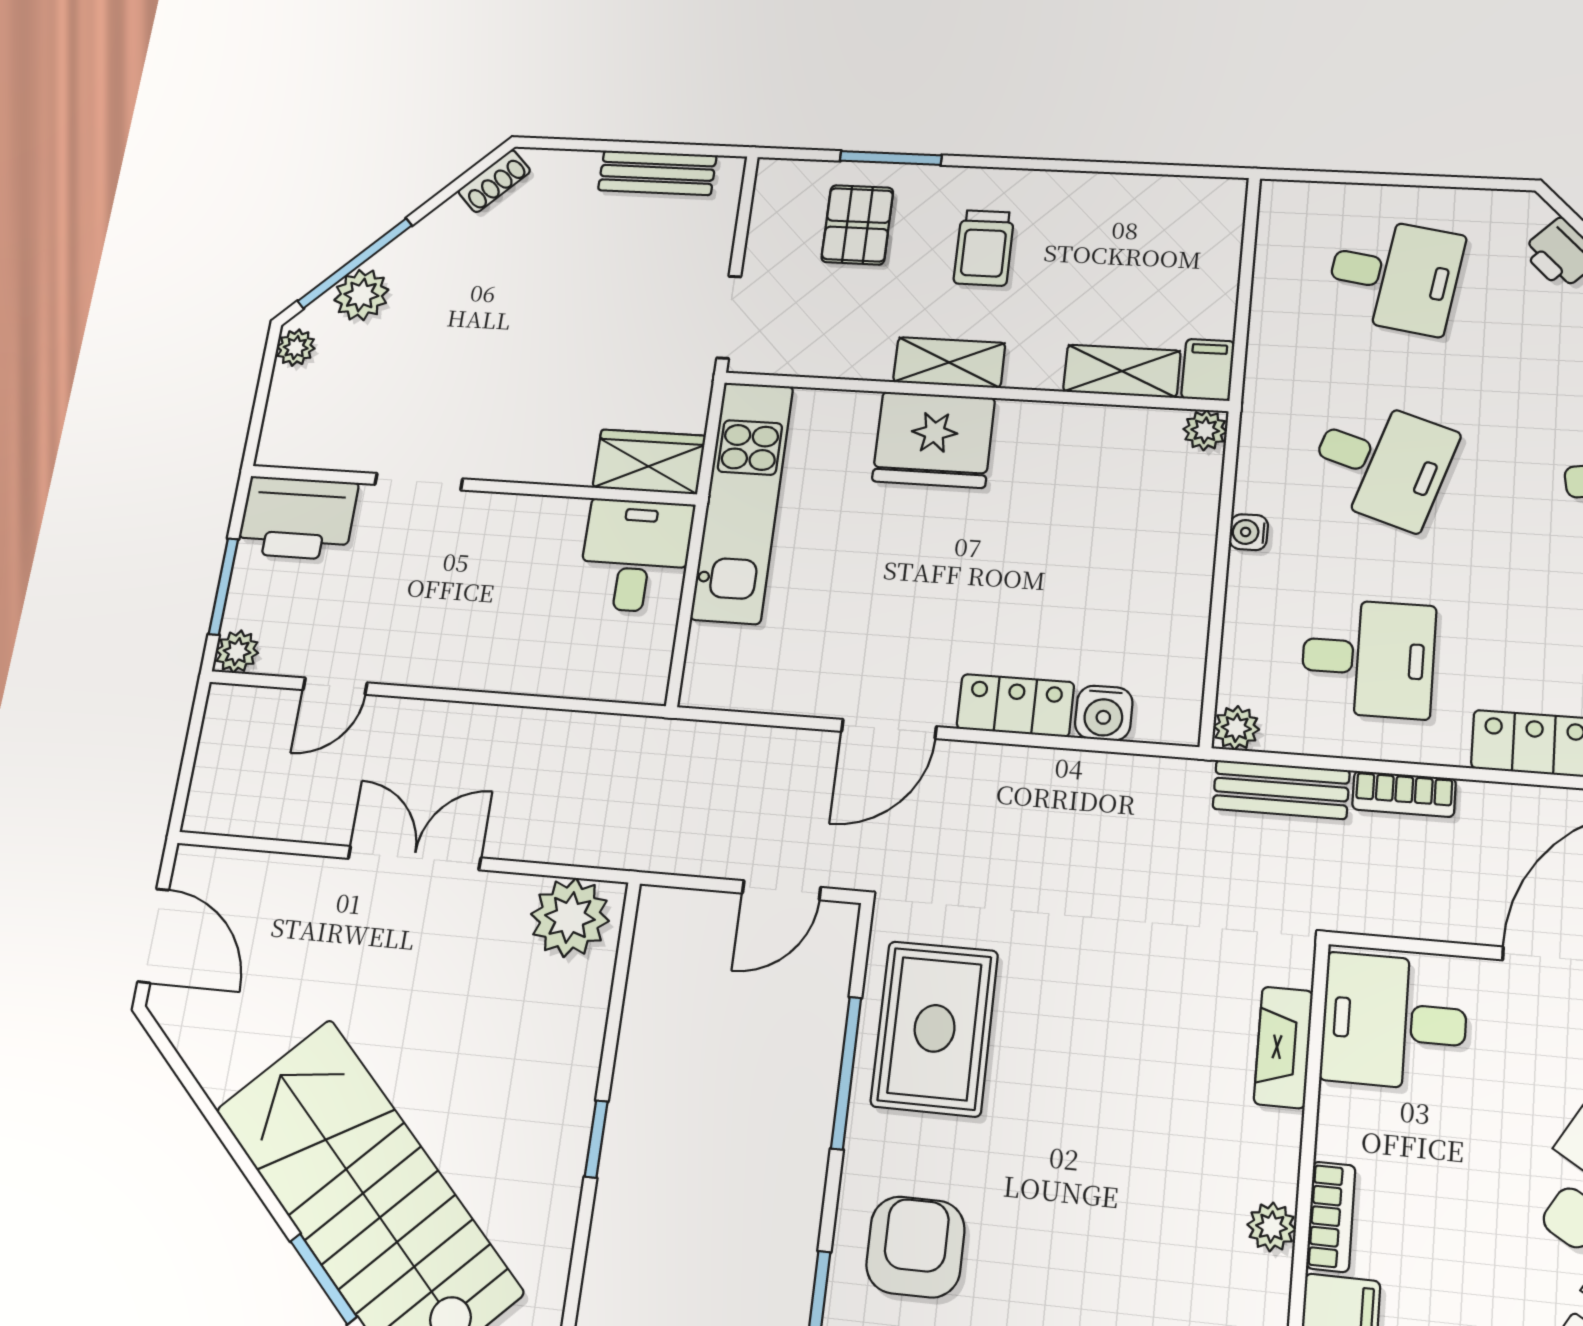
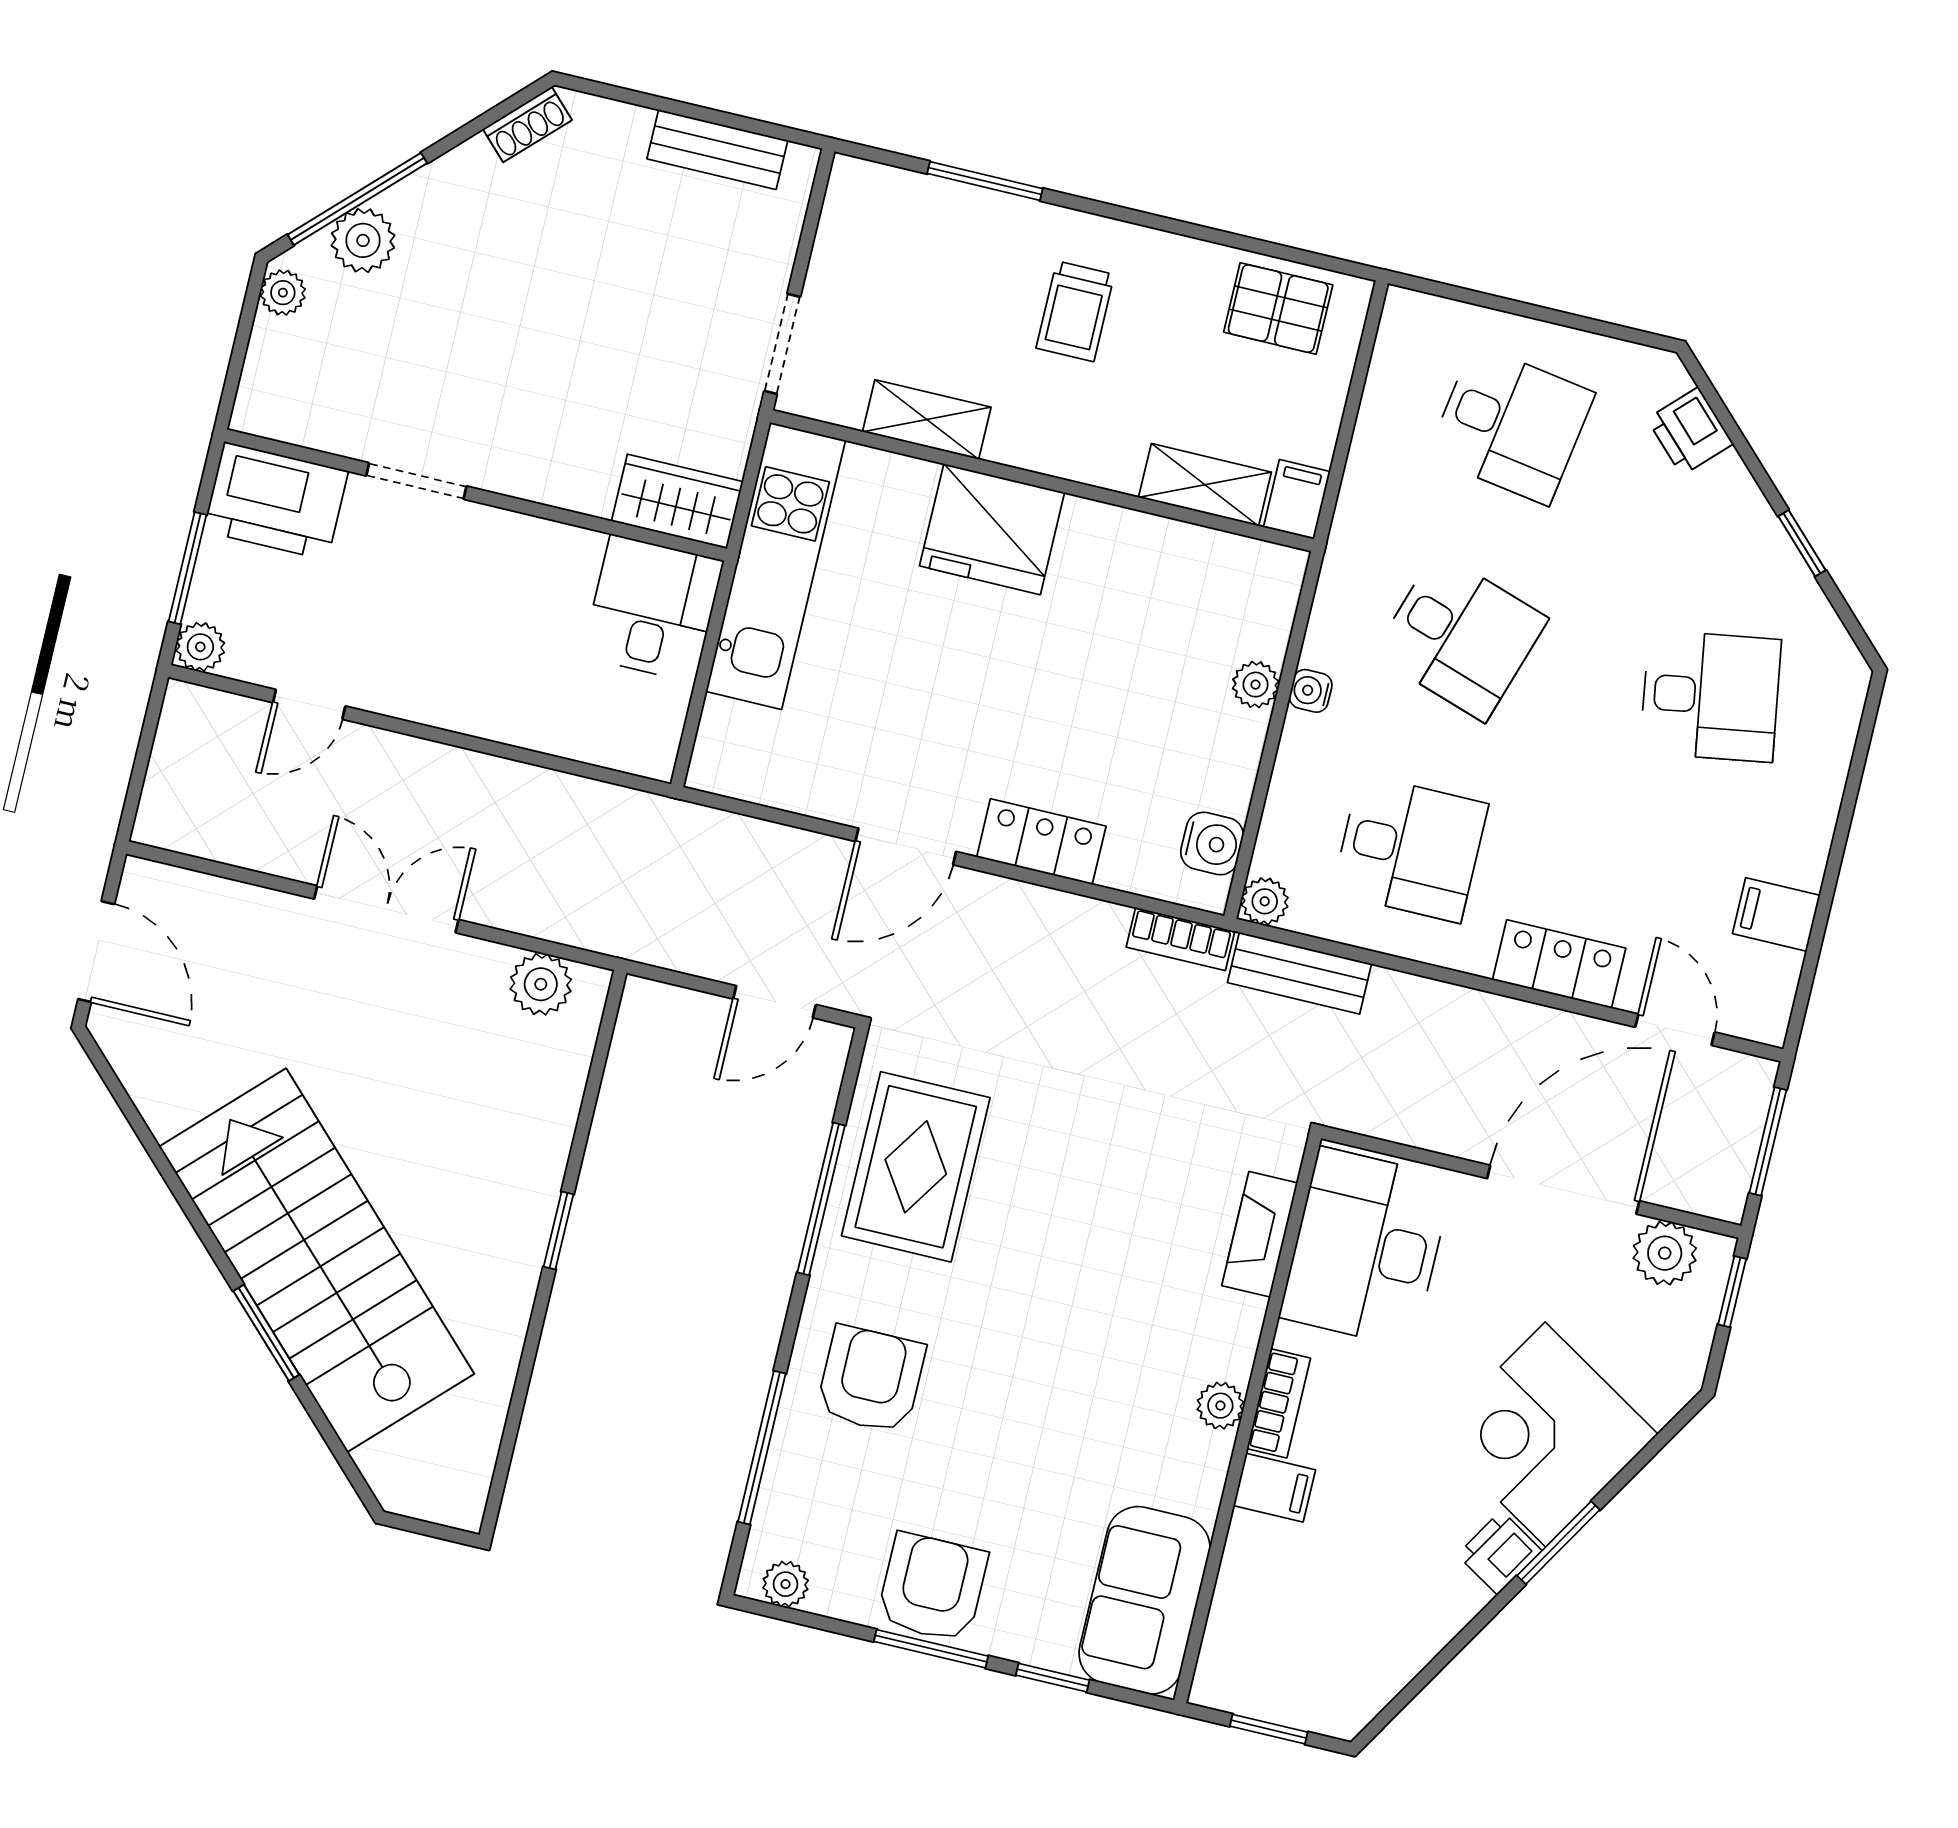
pallet: (857, 225) -> (1278, 309), moved, turned 90
shelving: (949, 362) -> (927, 419), moved
plant: (1205, 430) -> (1256, 685), moved
water cooler: (1104, 713) -> (1212, 844), moved, turned -90
bookcase: (1404, 794) -> (1180, 939), moved
plant: (570, 917) -> (541, 984), width x0.73, depth x0.73
desk: (1394, 1022) -> (1366, 1248), width x1.37

